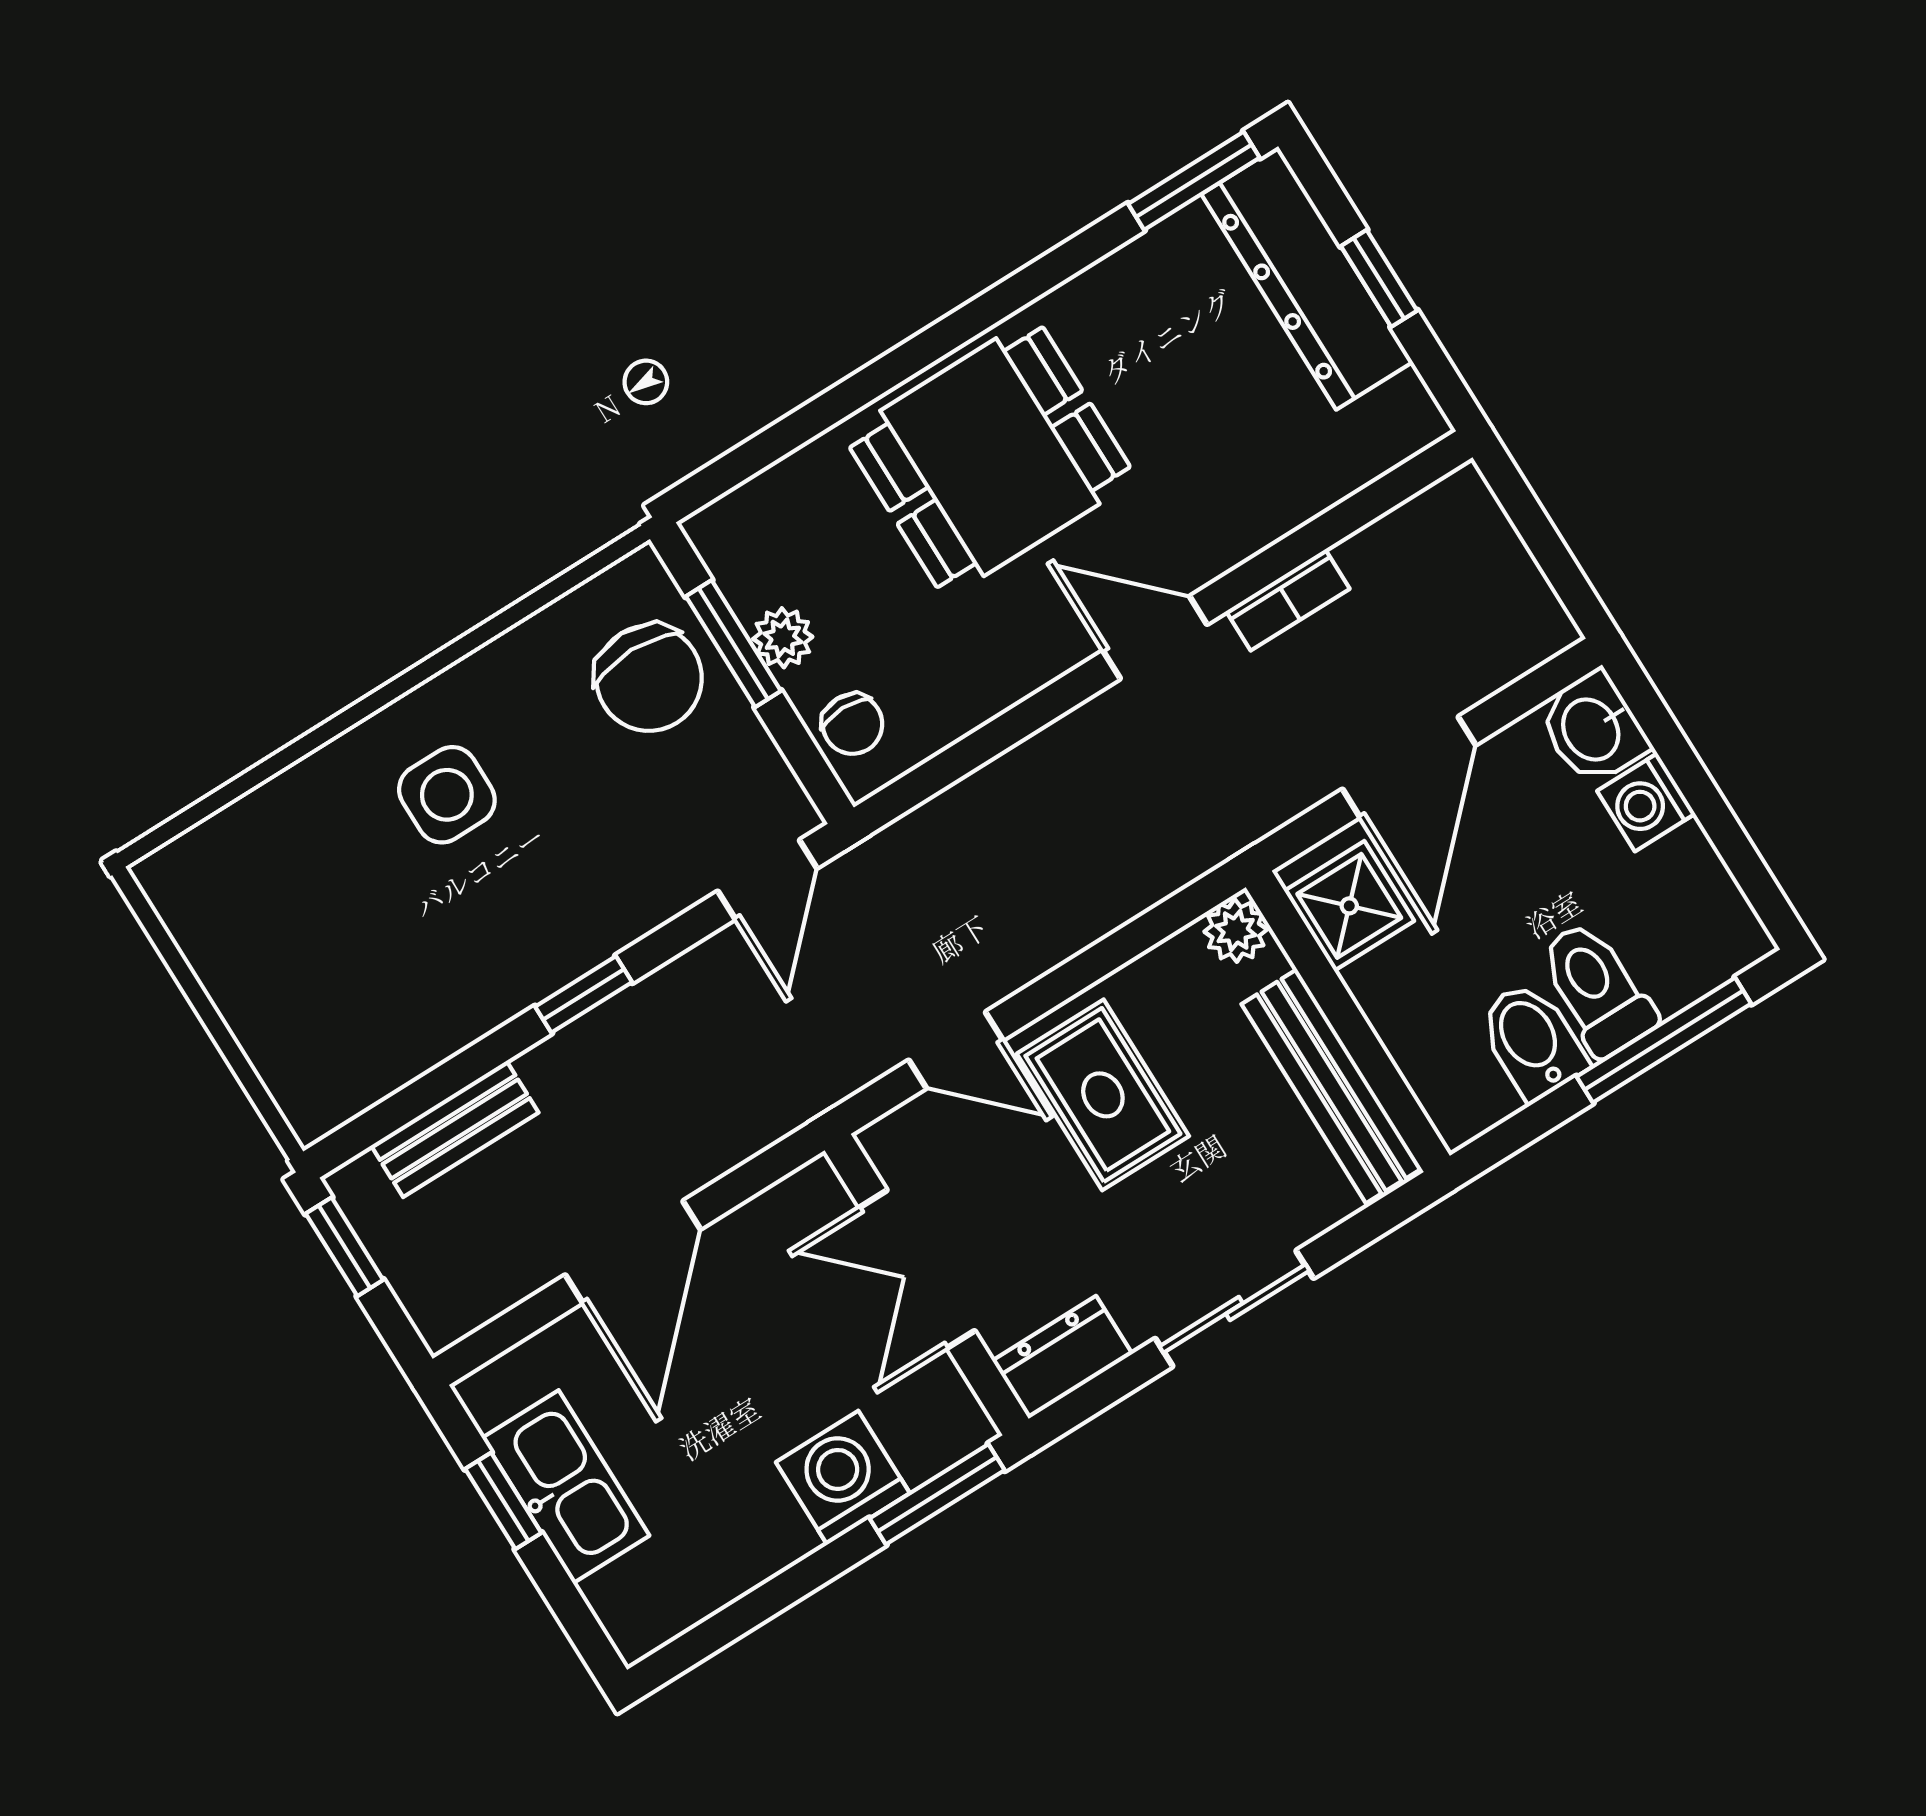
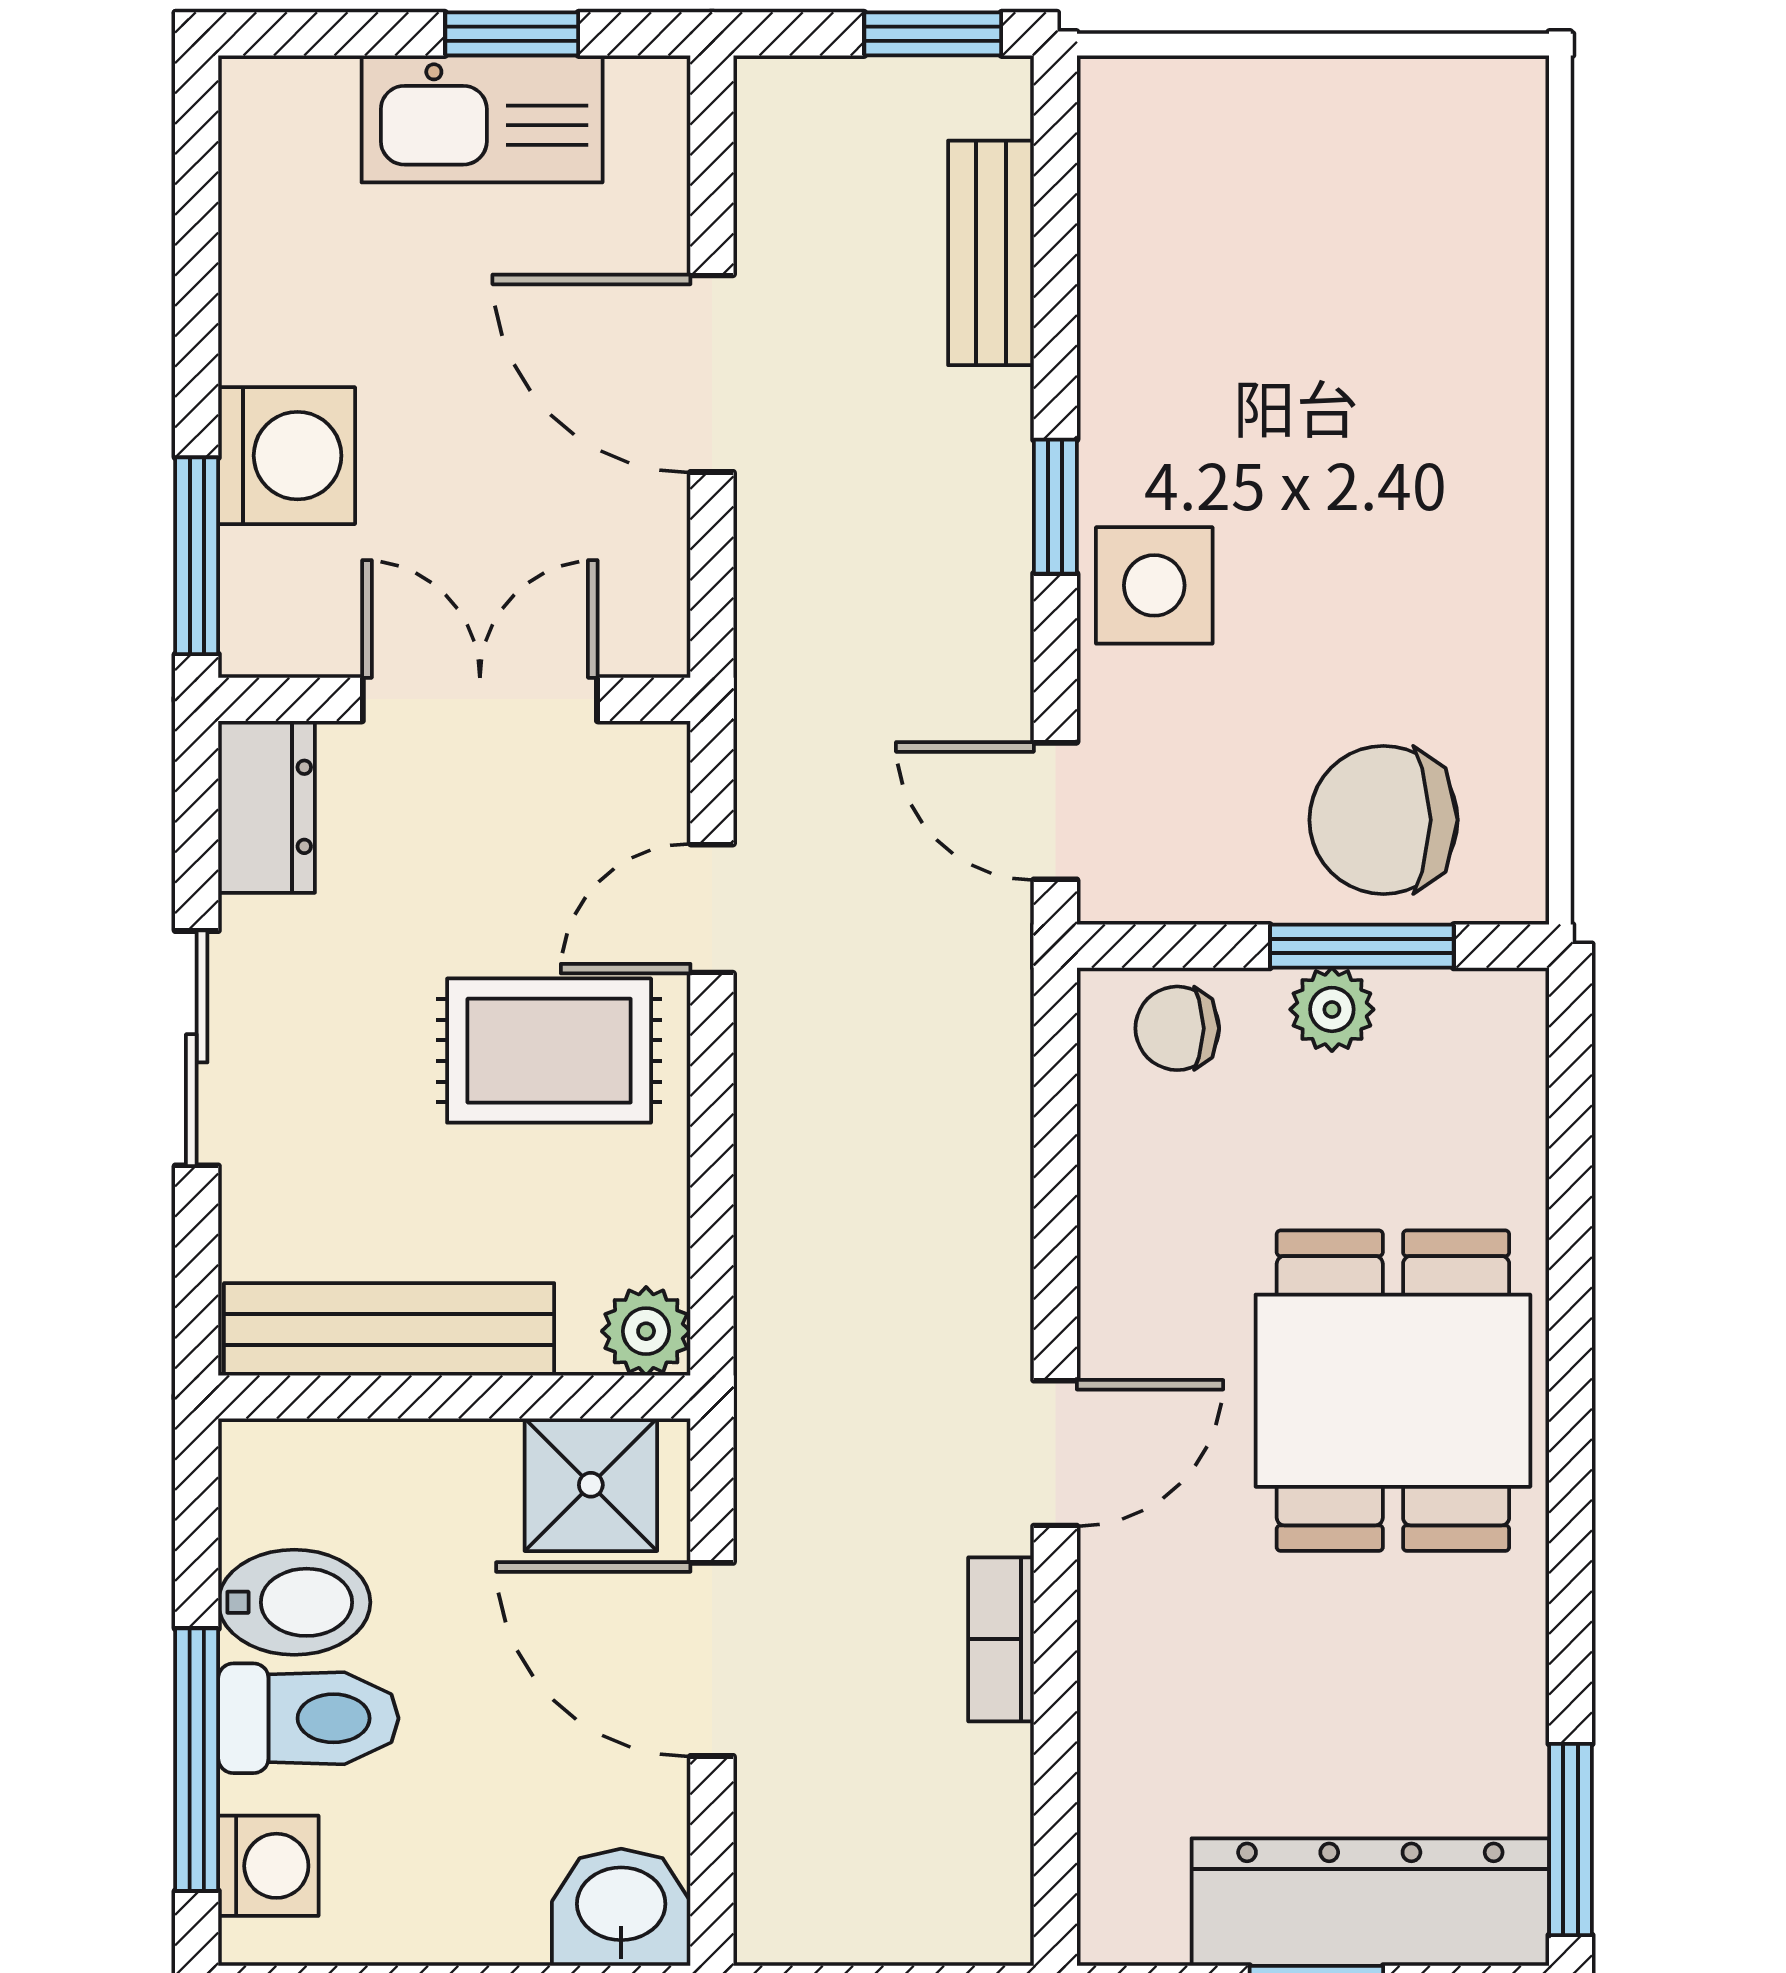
side table: (447, 795) -> (1154, 585), moved
washing machine: (1646, 802) -> (268, 1866), moved, turned 90

